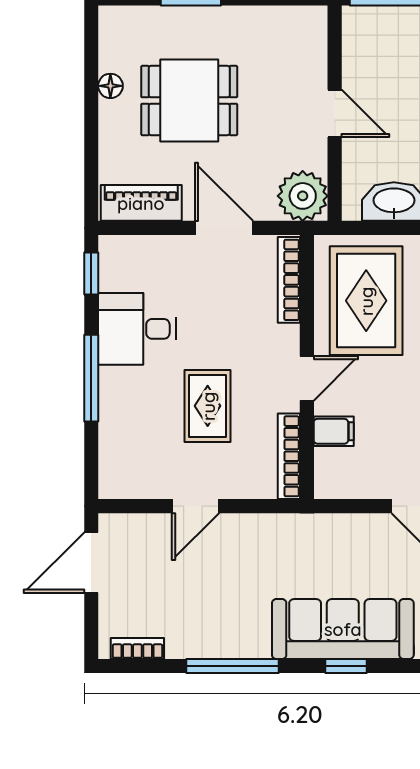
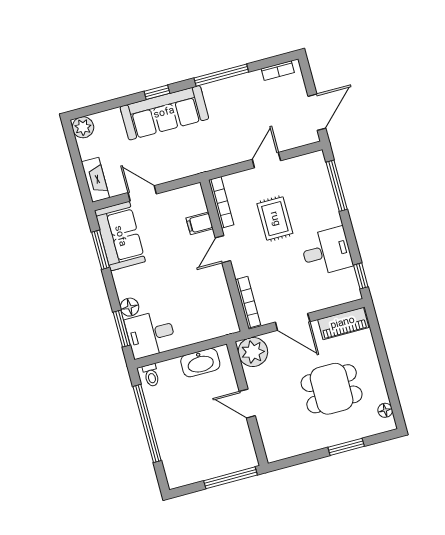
floor lamp: (110, 86) -> (385, 410), moved
rug: (366, 301) -> (201, 302), removed
window: (91, 378) -> (337, 186), moved

